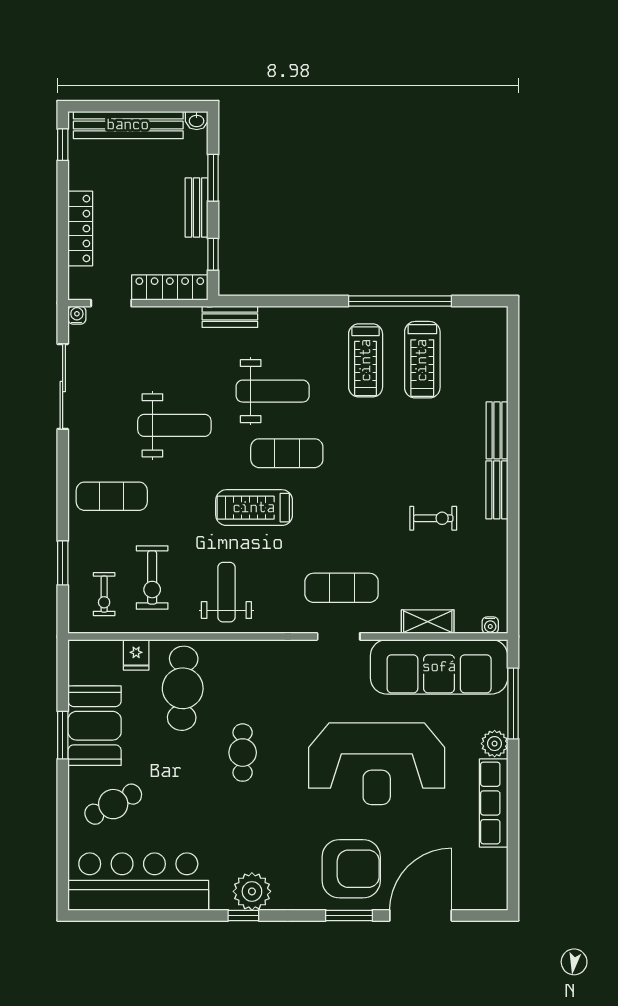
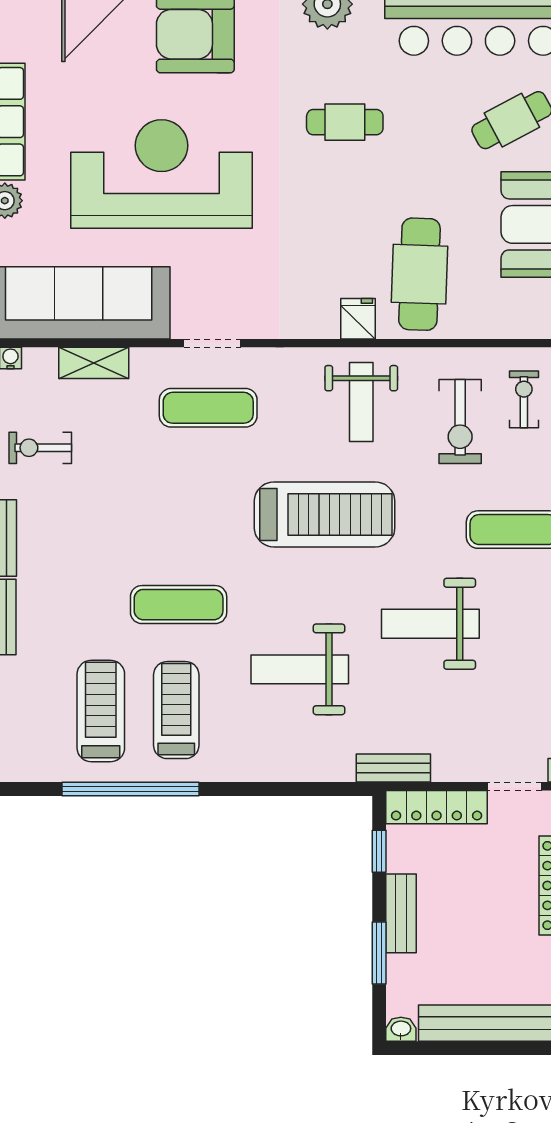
bench: (230, 317) -> (393, 768), moved
exercise mat: (287, 453) -> (179, 605), moved
treadmill: (254, 508) -> (325, 514), width x1.37, depth x1.37
exercise bike: (433, 518) -> (40, 448), moved
exercise bike: (152, 577) -> (460, 422), turned 180
fridge: (136, 655) -> (358, 319), moved
cafe table: (243, 753) -> (345, 122), moved, turned 90

